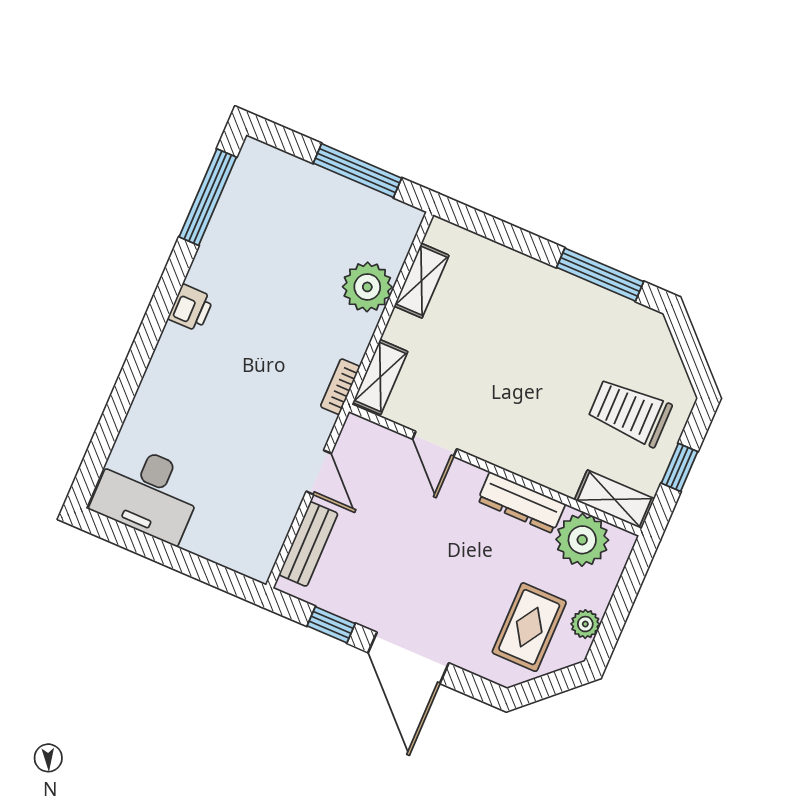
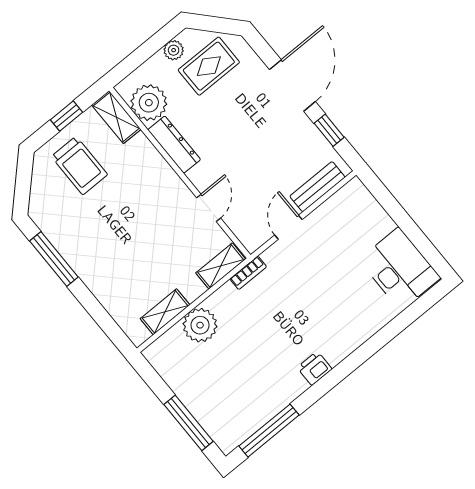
window: (358, 171) -> (189, 423), moved

